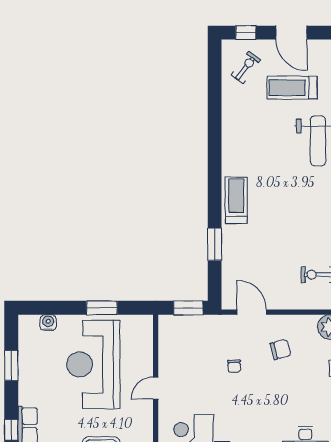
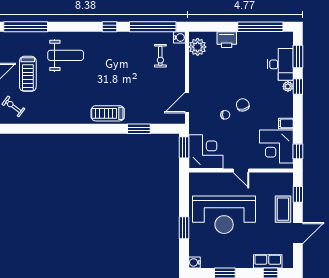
window: (102, 308) -> (184, 228), moved
water cooler: (48, 323) -> (194, 262), moved
corner desk: (182, 339) -> (206, 152), added
chair: (280, 349) -> (243, 105), moved

